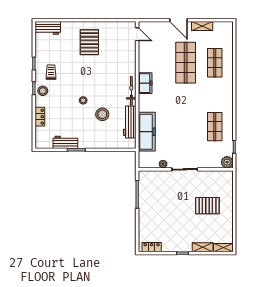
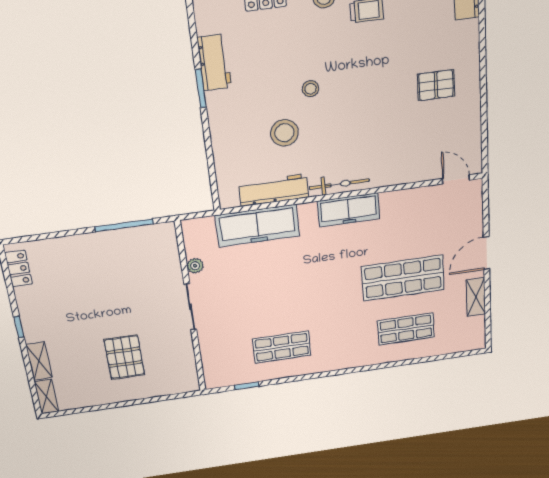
door: (137, 34) -> (456, 179), swing flipped
pallet: (89, 42) -> (436, 85), width x0.67, depth x0.71
freezer: (145, 83) -> (349, 210), width x1.40
plant: (227, 162) -> (215, 378), removed

